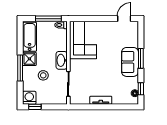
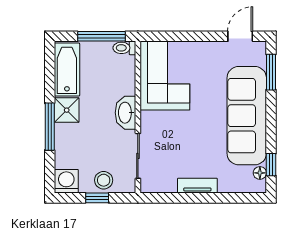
window: (141, 58) -> (271, 72), moved
sofa: (130, 62) -> (247, 116), width x1.85, depth x1.27
stool: (43, 75) -> (104, 180), moved
window: (35, 107) -> (97, 198), moved

